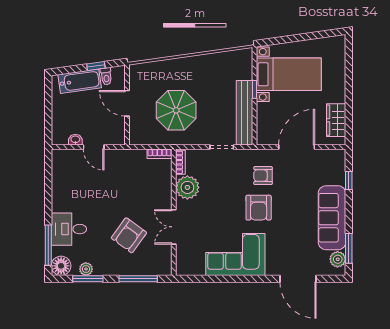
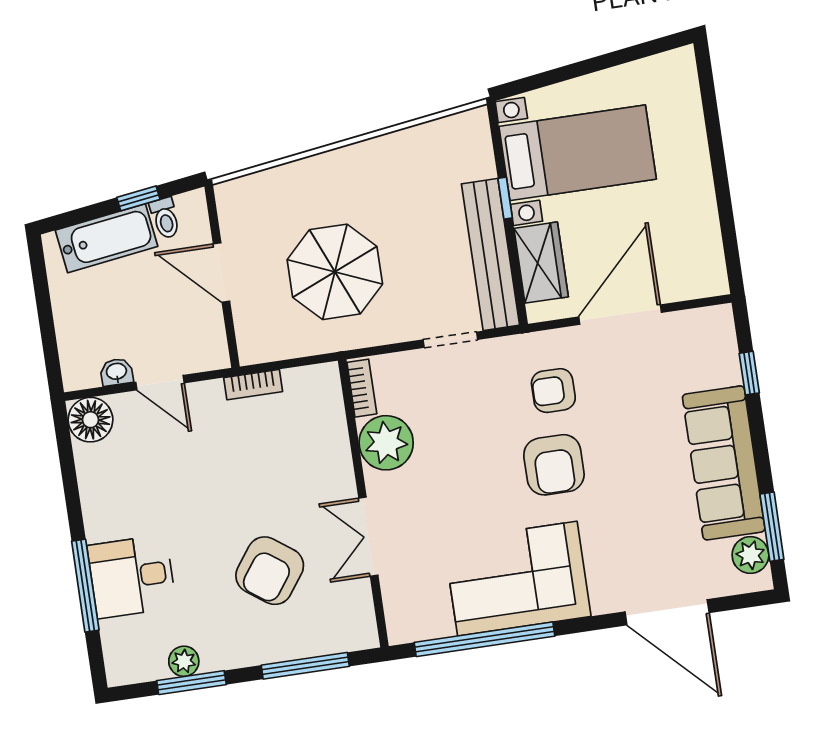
wardrobe: (336, 120) -> (541, 263), moved, turned 180
bookcase: (160, 154) -> (253, 385), moved
window: (48, 245) -> (85, 586), moved
floor lamp: (61, 266) -> (90, 420), moved
window: (217, 279) -> (485, 639), added

